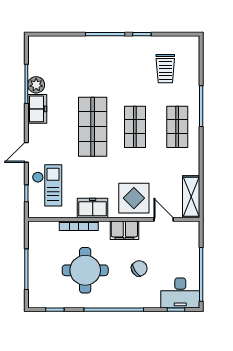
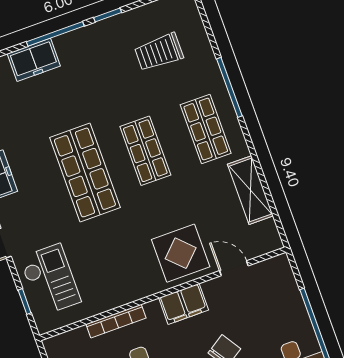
trolley: (165, 69) -> (159, 52), turned 90
shelving: (191, 197) -> (250, 190), moved
freezer: (93, 208) -> (34, 60), moved, turned 180

